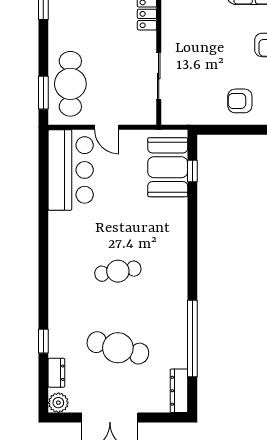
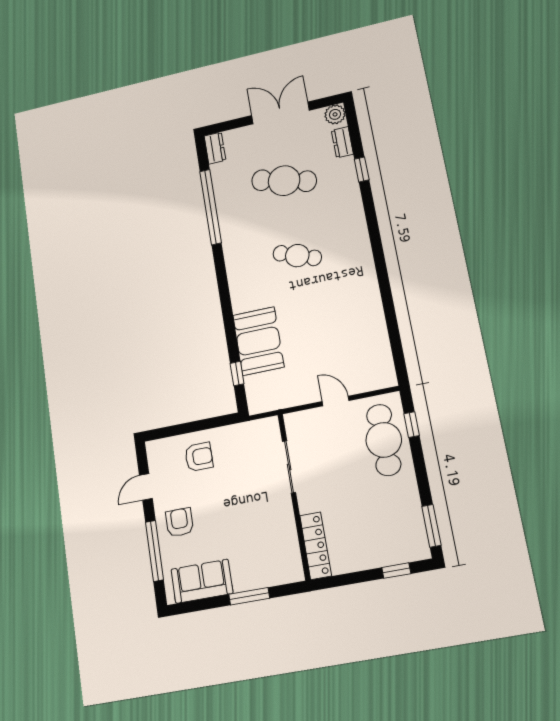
window: (43, 93) -> (412, 425), width x0.67
booth: (168, 167) -> (258, 341), moved
bar counter: (71, 170) -> (366, 348), removed
cafe table: (118, 271) -> (297, 256), turned 30
dresser: (179, 391) -> (215, 148), width x0.70

